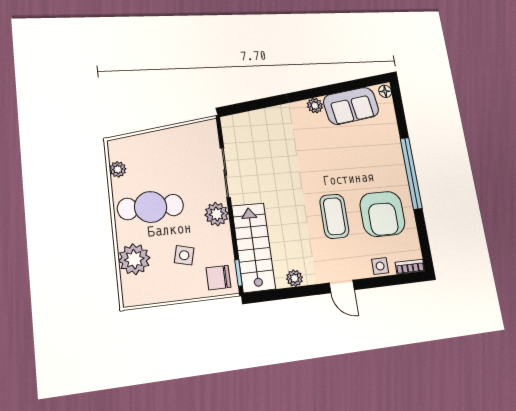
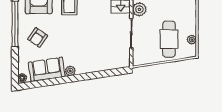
armchair: (373, 154) -> (38, 38), added
cafe table: (151, 207) -> (169, 39), moved, turned 90

